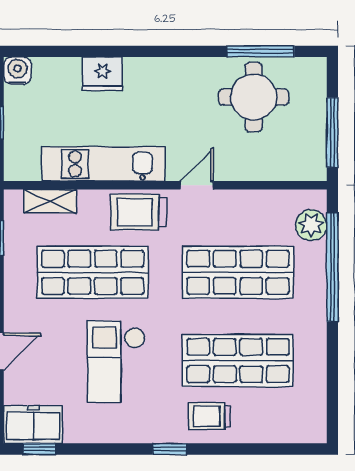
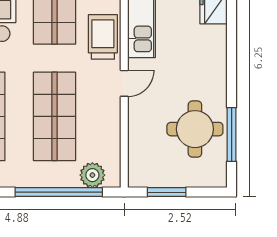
window: (332, 132) -> (167, 192), width x0.69
door: (197, 185) -> (124, 83), hinge flipped

